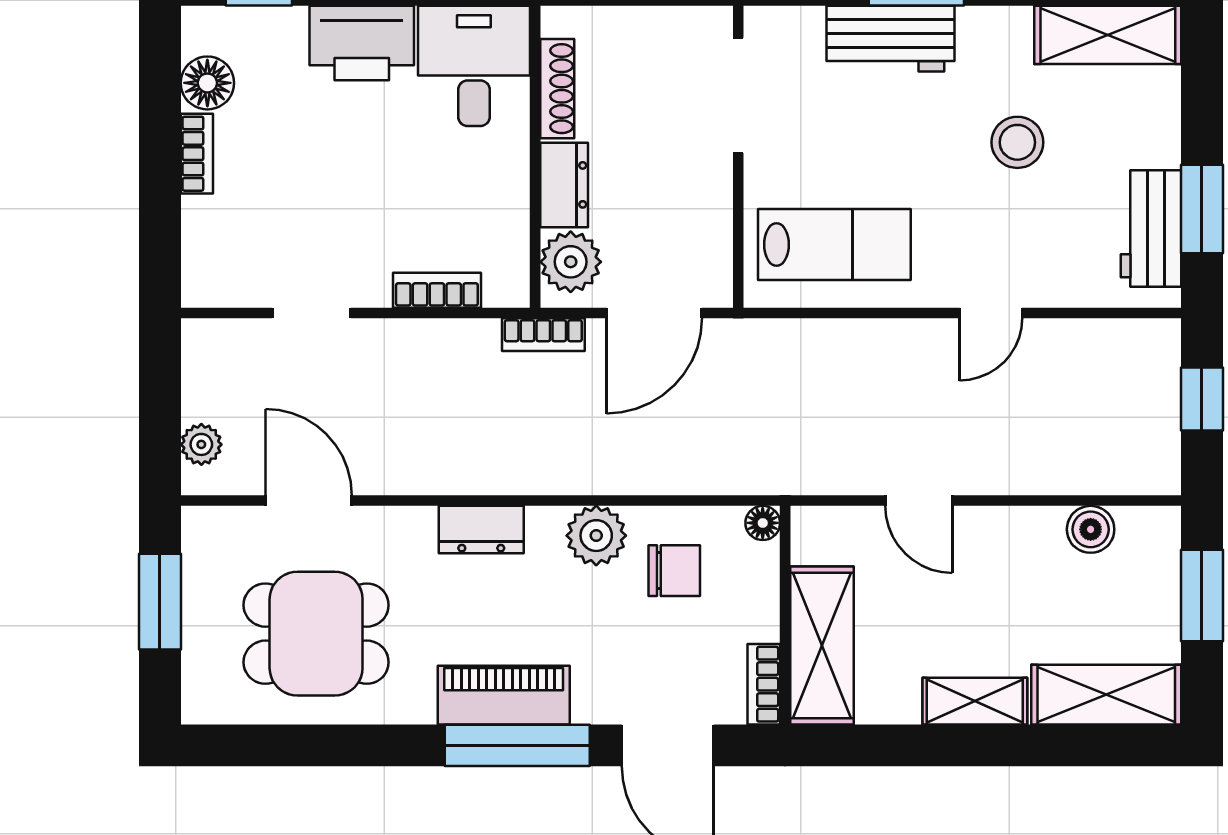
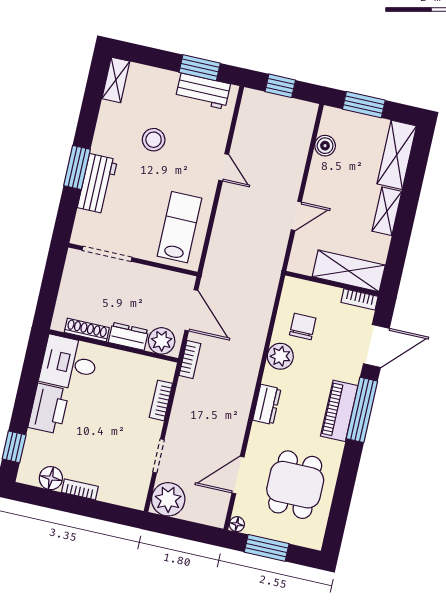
shelving: (1108, 35) -> (116, 80), width x0.67, depth x0.75
plant: (201, 444) -> (168, 499), moved, width x1.88, depth x1.88
floor lamp: (763, 523) -> (237, 524), moved

